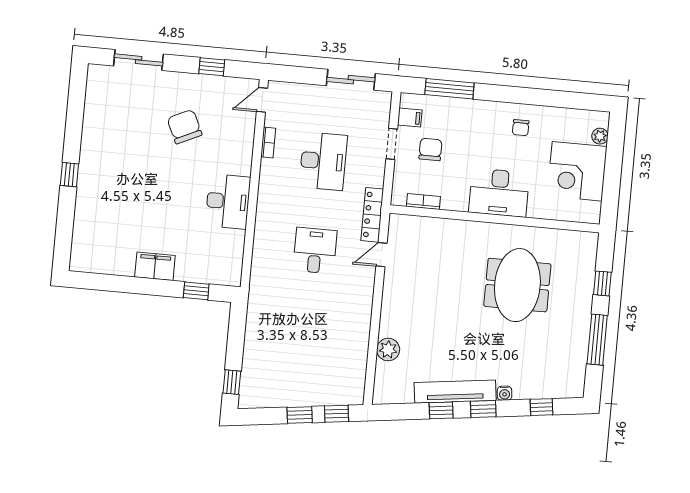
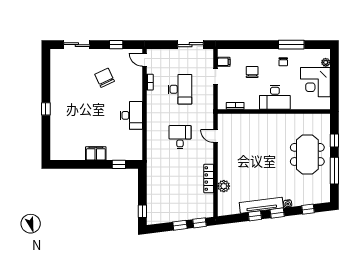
window: (449, 89) -> (291, 45), moved
door: (262, 100) -> (144, 60), hinge flipped
chair: (430, 149) -> (252, 72), moved
locker: (372, 215) -> (209, 179), moved
door: (381, 255) -> (216, 136), hinge flipped
meeting table: (517, 285) -> (307, 154), moved

